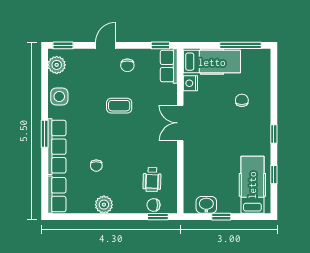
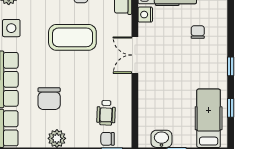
coffee table: (119, 106) -> (72, 37), width x1.86, depth x1.72
chair: (96, 166) -> (49, 99), width x1.87, depth x1.87

